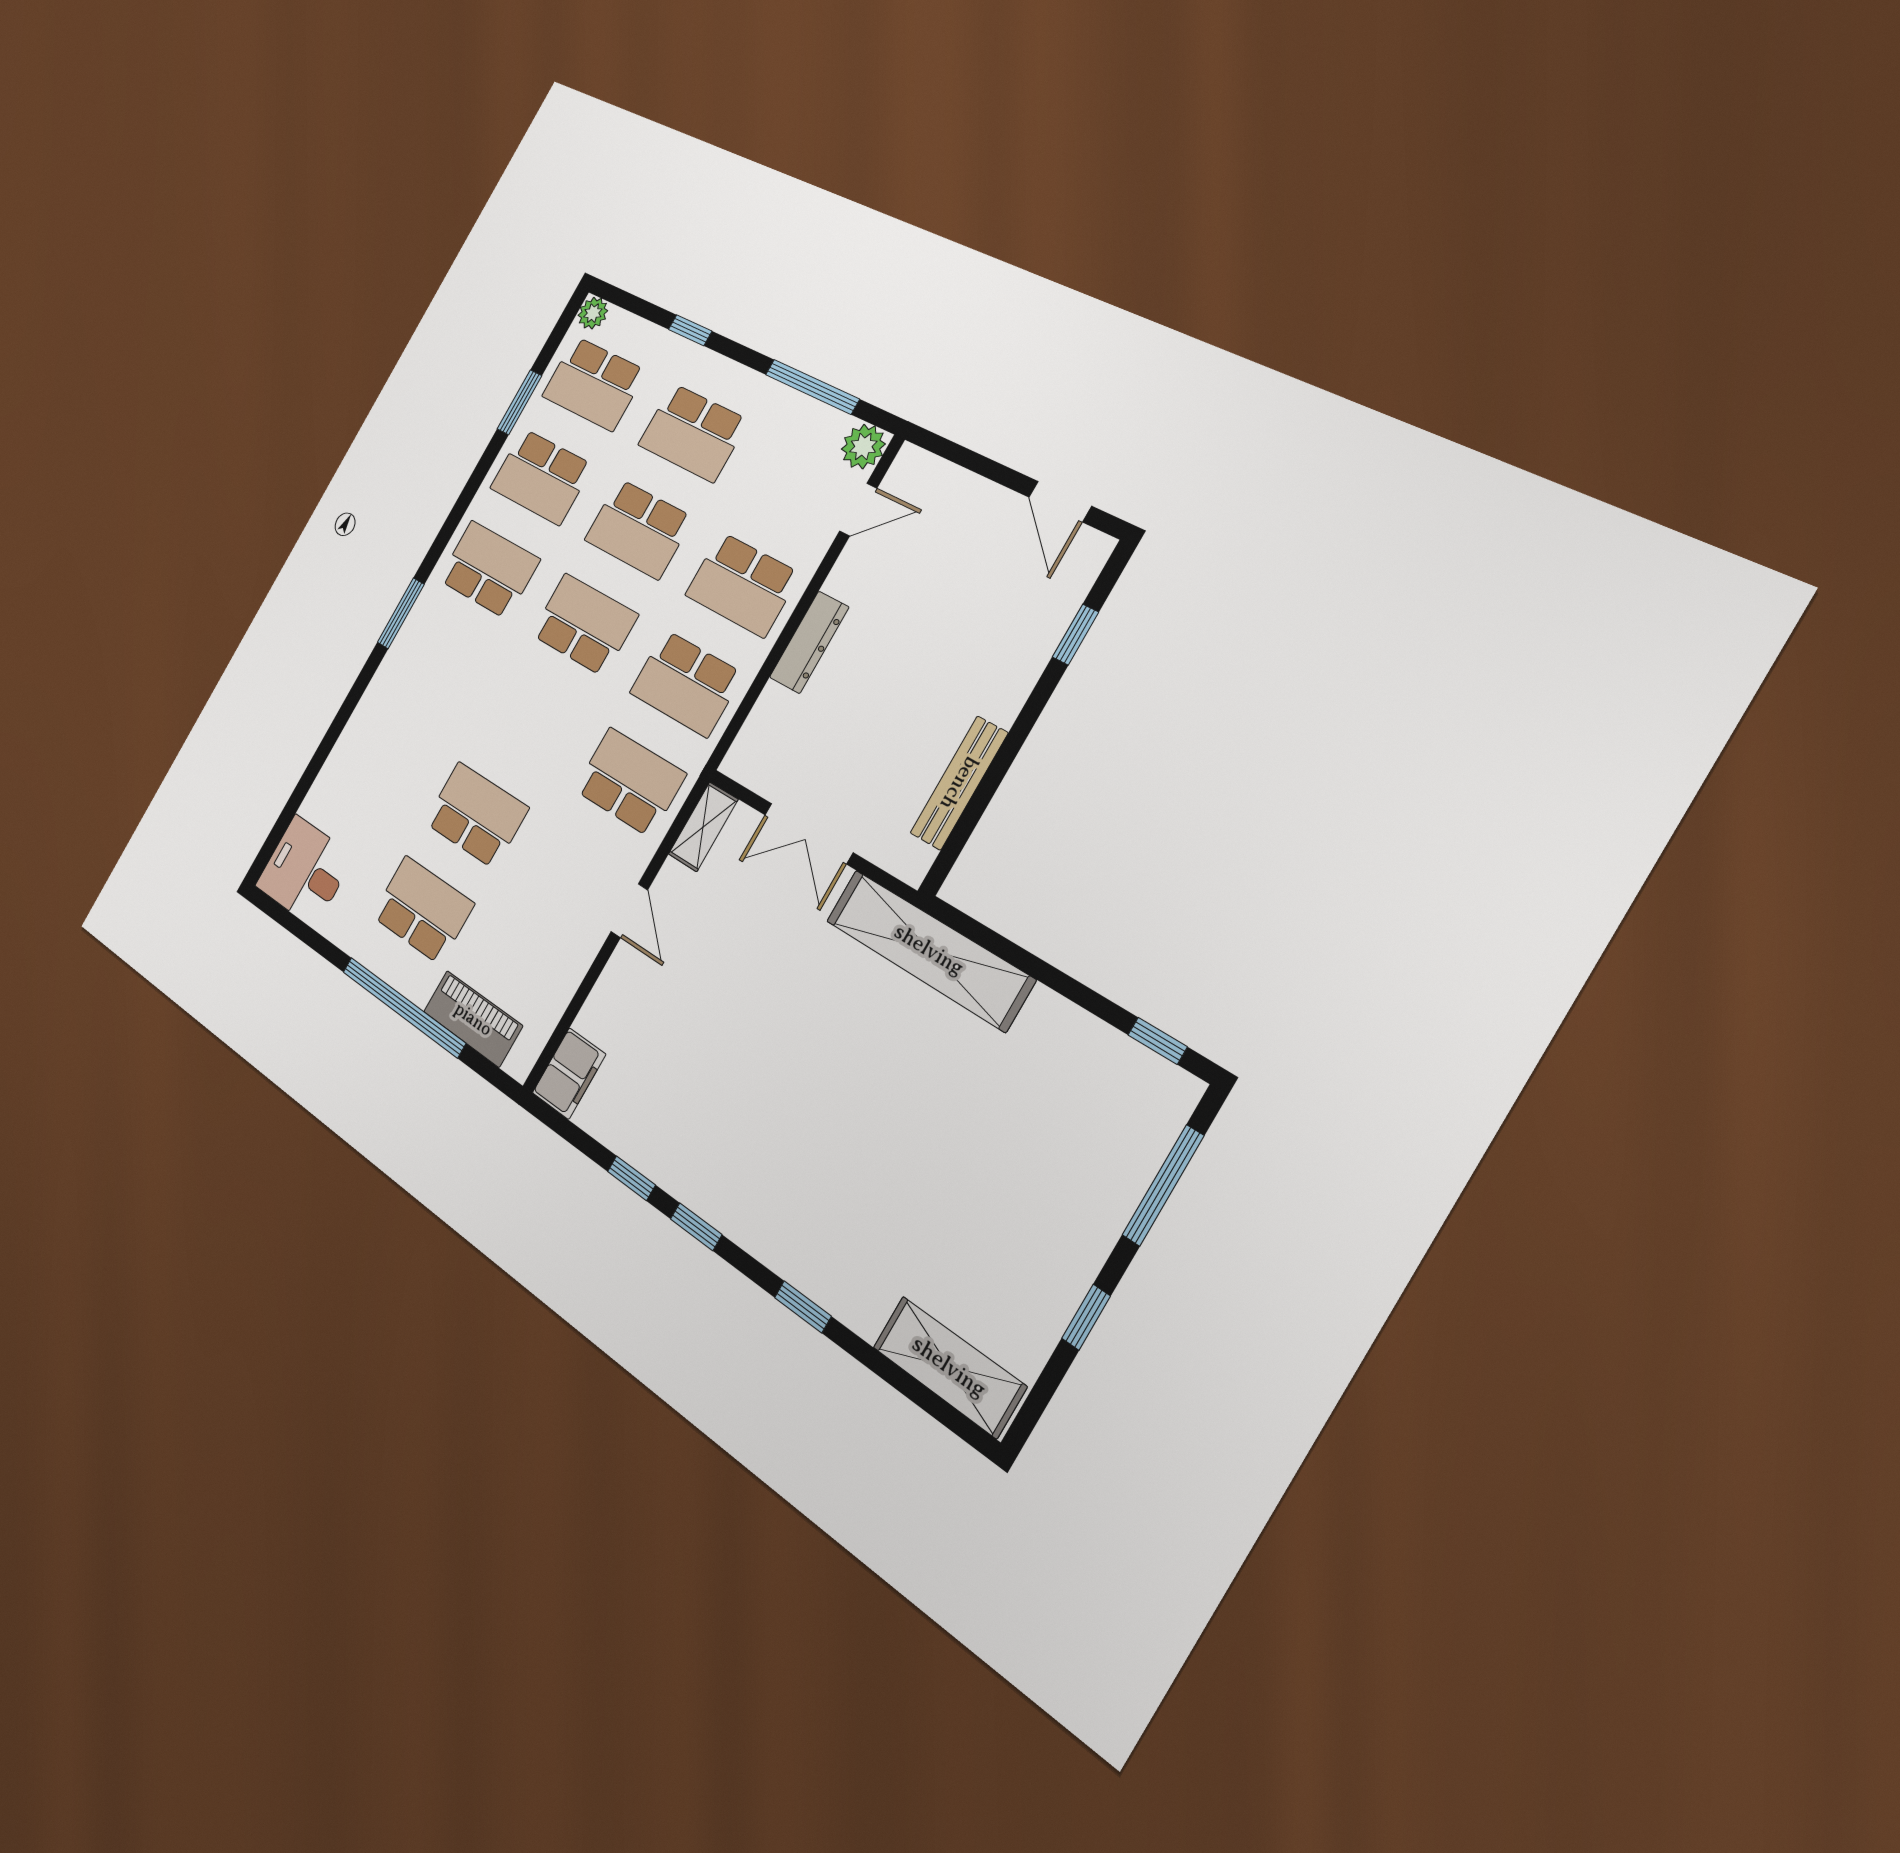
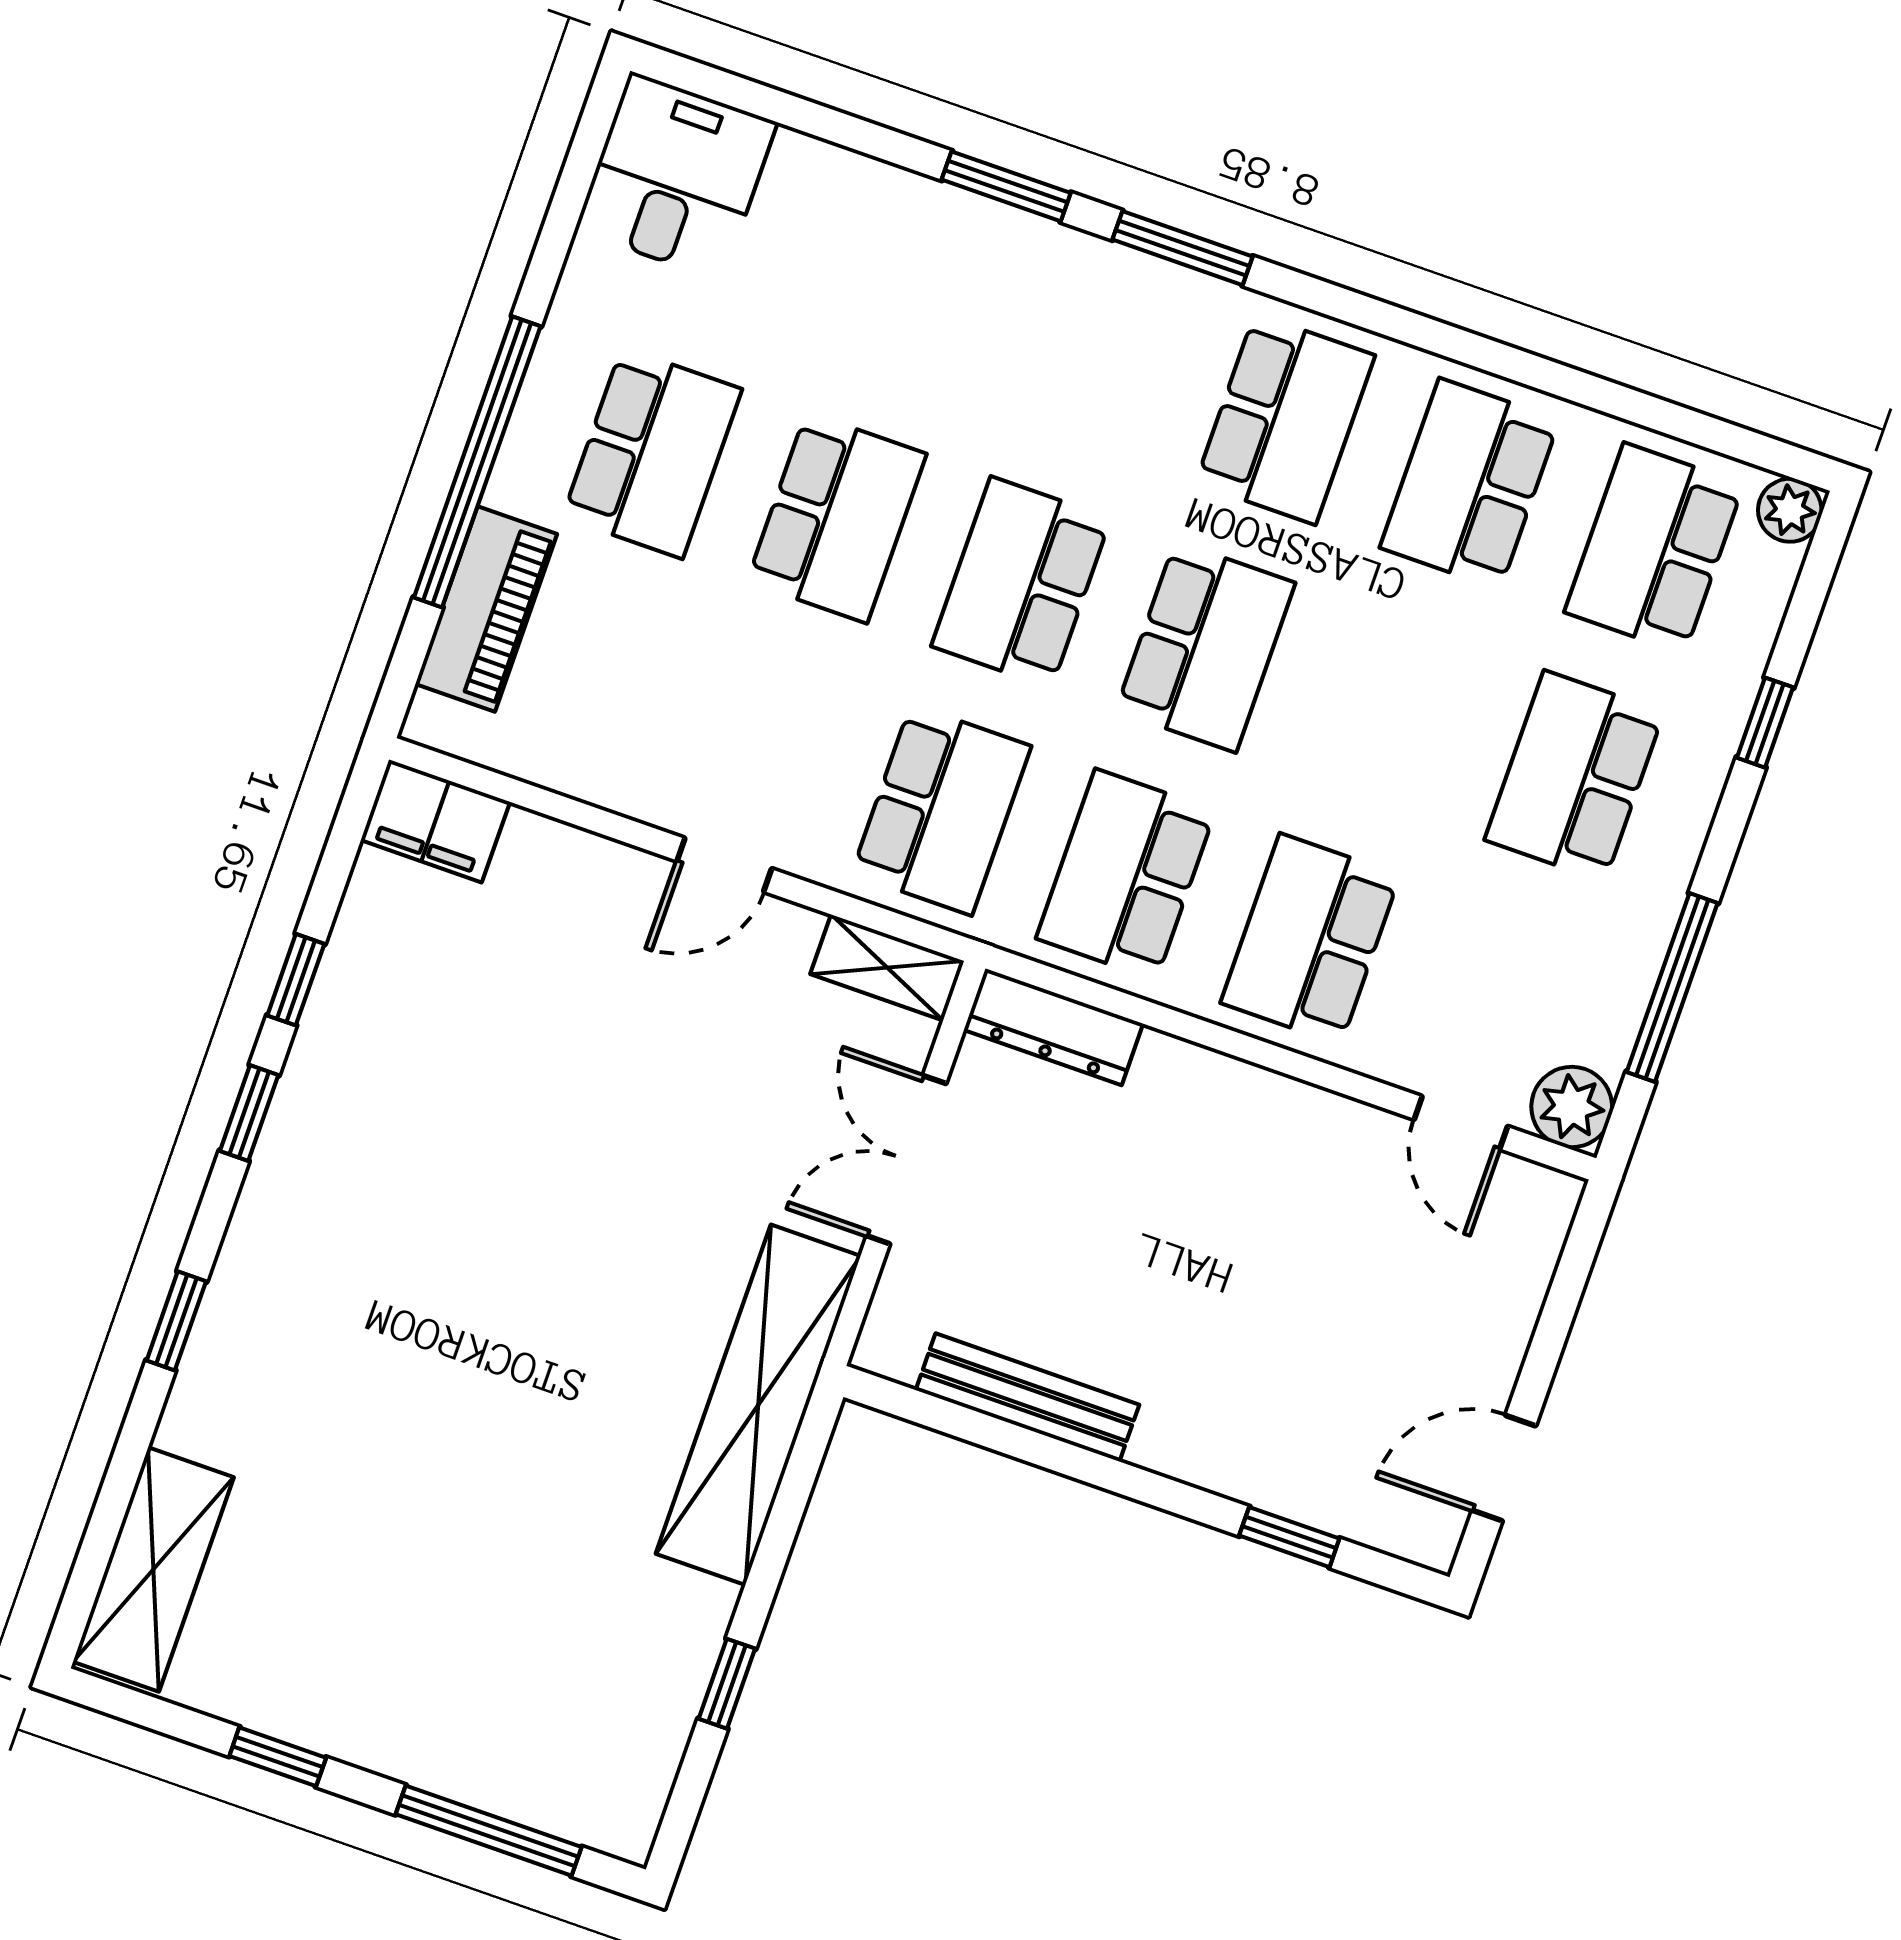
window: (520, 402) -> (1006, 186), moved
school desk: (639, 529) -> (1021, 582), moved
dresser: (809, 642) -> (1053, 1027), moved
window: (1158, 1041) -> (727, 1684), moved

